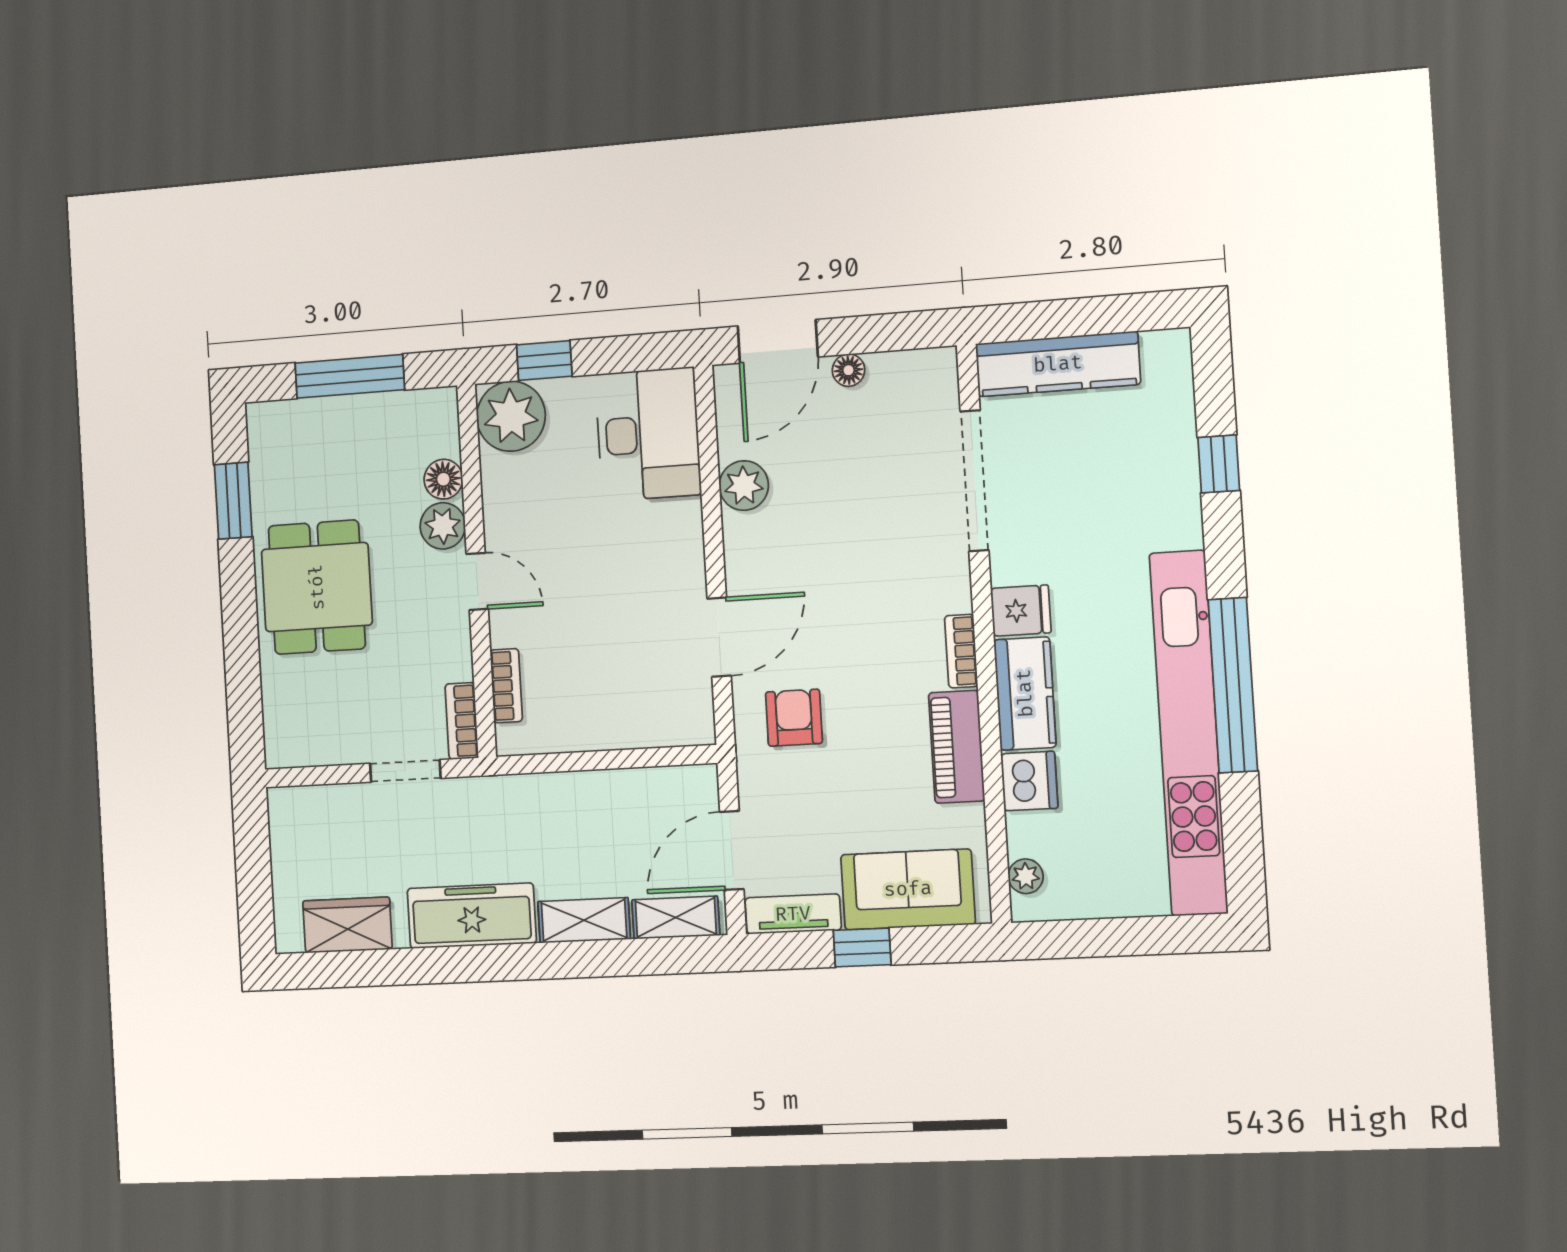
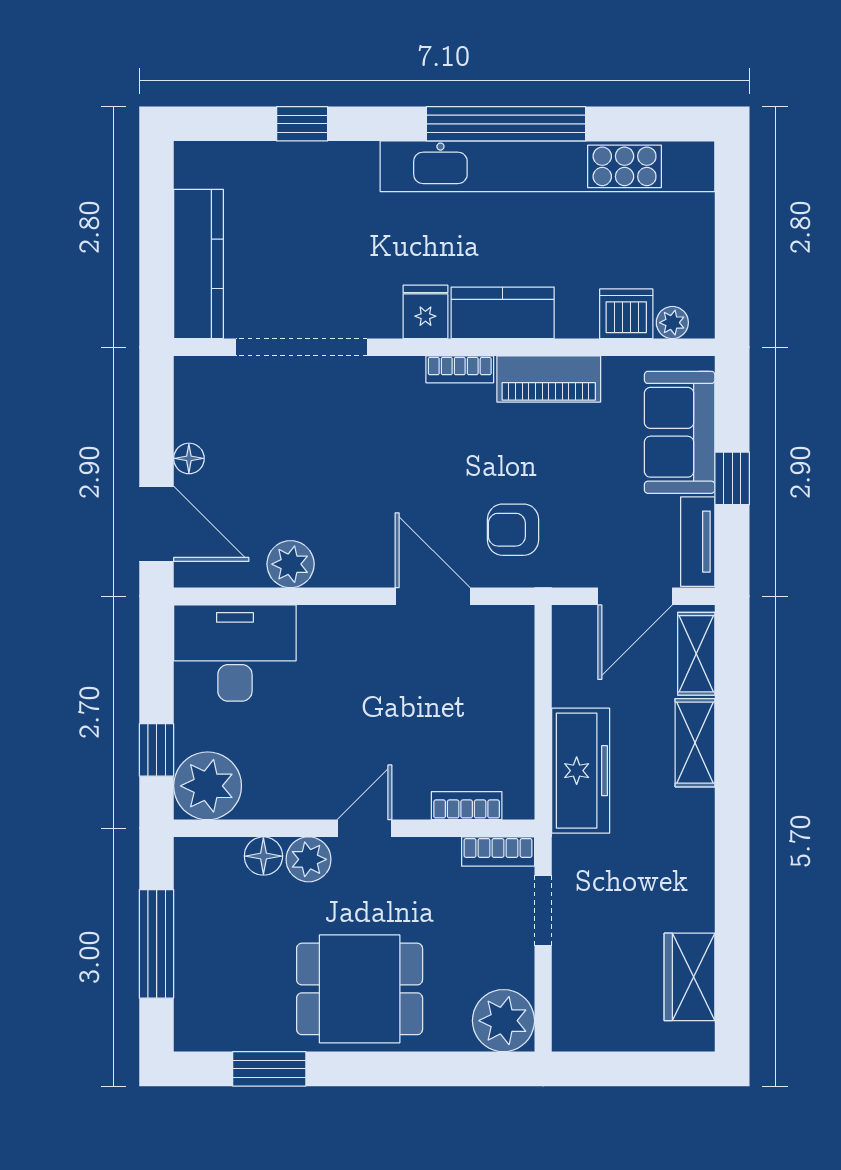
plant: (294, 736) -> (503, 1021), added
dishwasher: (1029, 781) -> (626, 314), moved
door: (732, 850) -> (635, 596), hinge flipped
freezer: (472, 916) -> (581, 771), moved, turned 180

